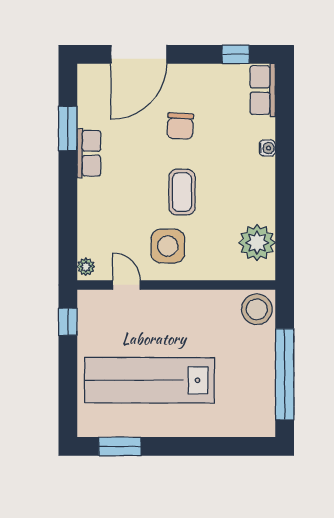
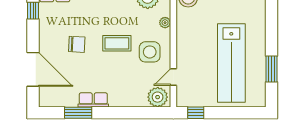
plant: (86, 267) -> (158, 97), width x1.88, depth x1.88
plant: (216, 271) -> (165, 23), added
window: (120, 446) -> (272, 69), moved

